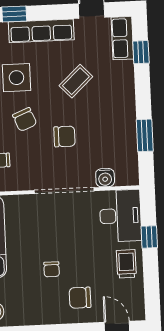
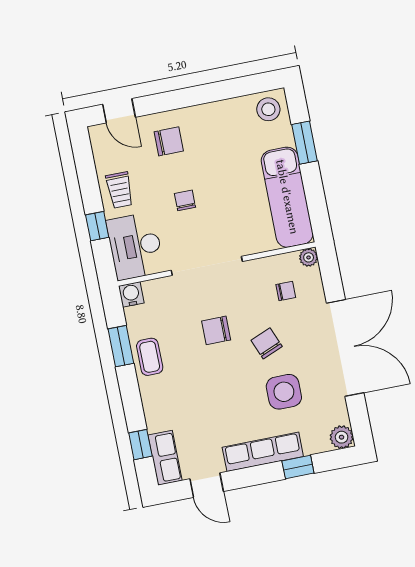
coffee table: (76, 81) -> (150, 357), moved, turned -47
water cooler: (105, 178) -> (131, 294), moved
chair: (52, 269) -> (185, 200), moved

